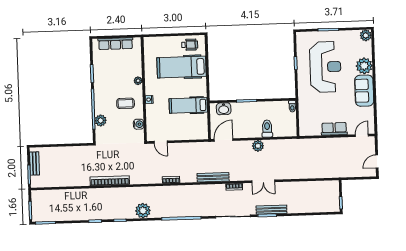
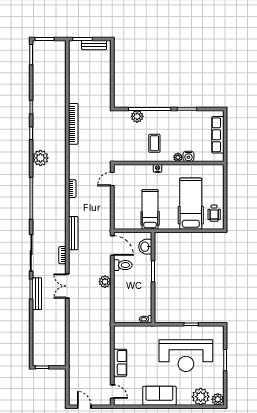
plant: (364, 66) -> (201, 397), moved
water cooler: (139, 124) -> (188, 156), moved
toilet: (267, 129) -> (123, 265), moved

